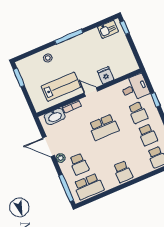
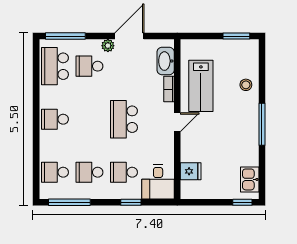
fridge: (106, 75) -> (191, 171), moved

